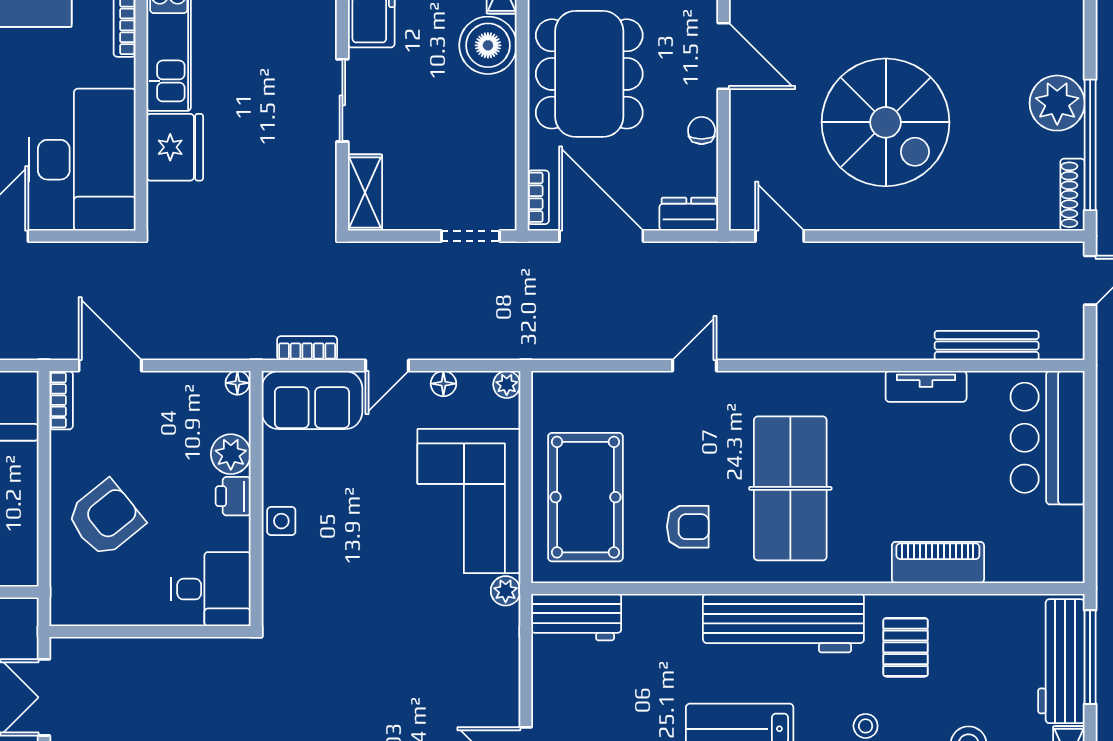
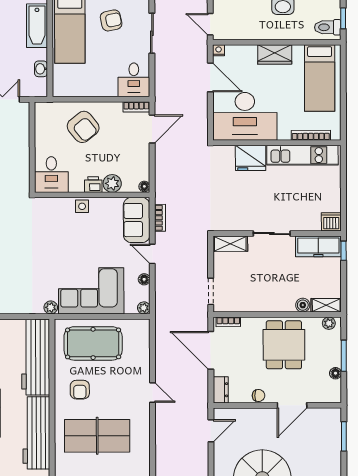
boiler: (488, 45) -> (303, 305), width x0.54, depth x0.54
dining table: (589, 74) -> (284, 345), width x0.73
door: (601, 236) -> (211, 350), swing flipped
workbench: (576, 617) -> (36, 357), width x1.88, depth x1.32

